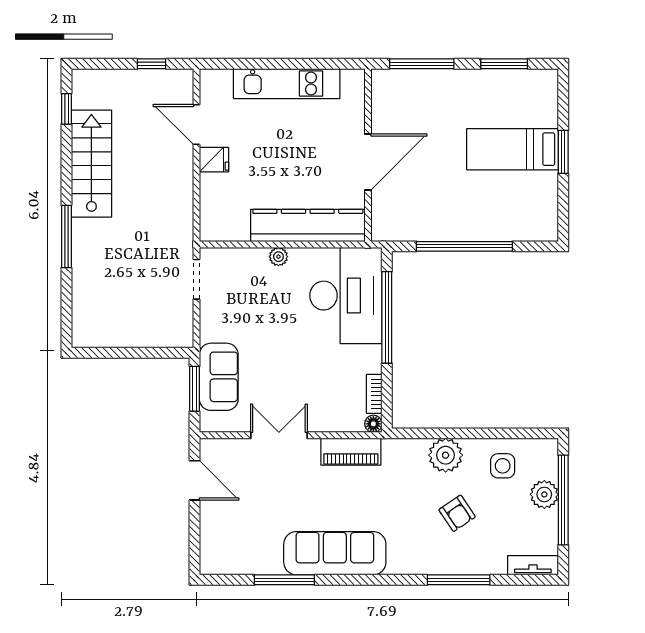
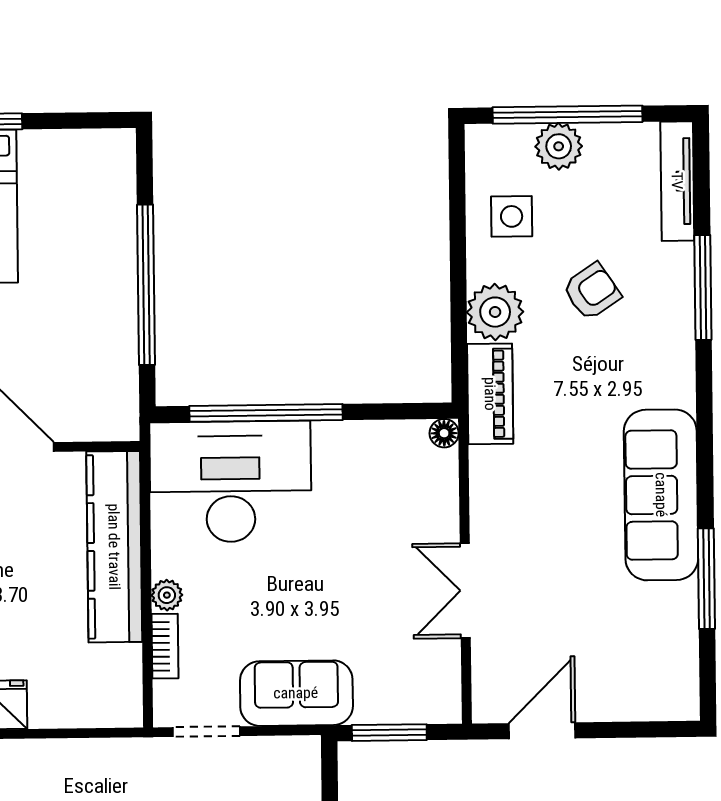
sofa: (219, 377) -> (296, 693), moved
bookcase: (374, 394) -> (165, 646), moved, turned -90
piano: (351, 452) -> (490, 394), moved
tv unit: (533, 565) -> (677, 181), width x1.41

